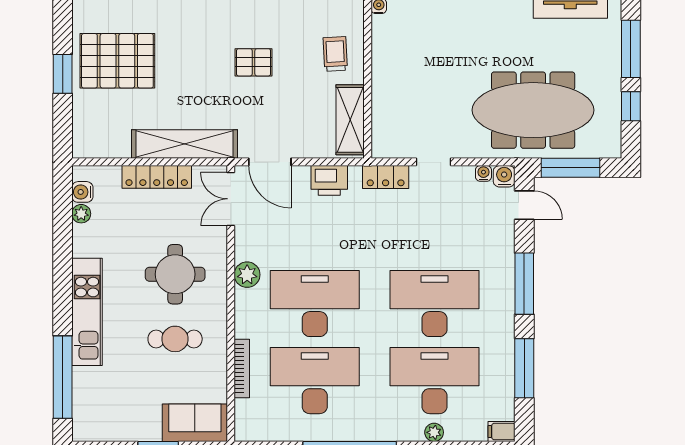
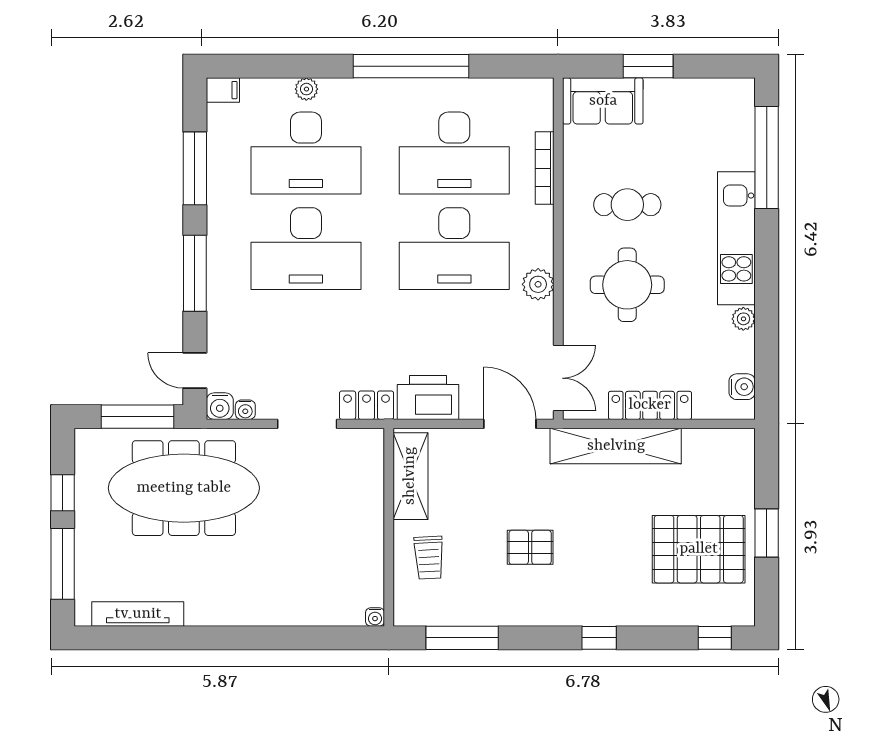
doorway: (433, 162) -> (307, 424), width x1.38
printer: (329, 180) -> (428, 398), width x1.37, depth x1.19
plant: (81, 214) -> (743, 319), moved

